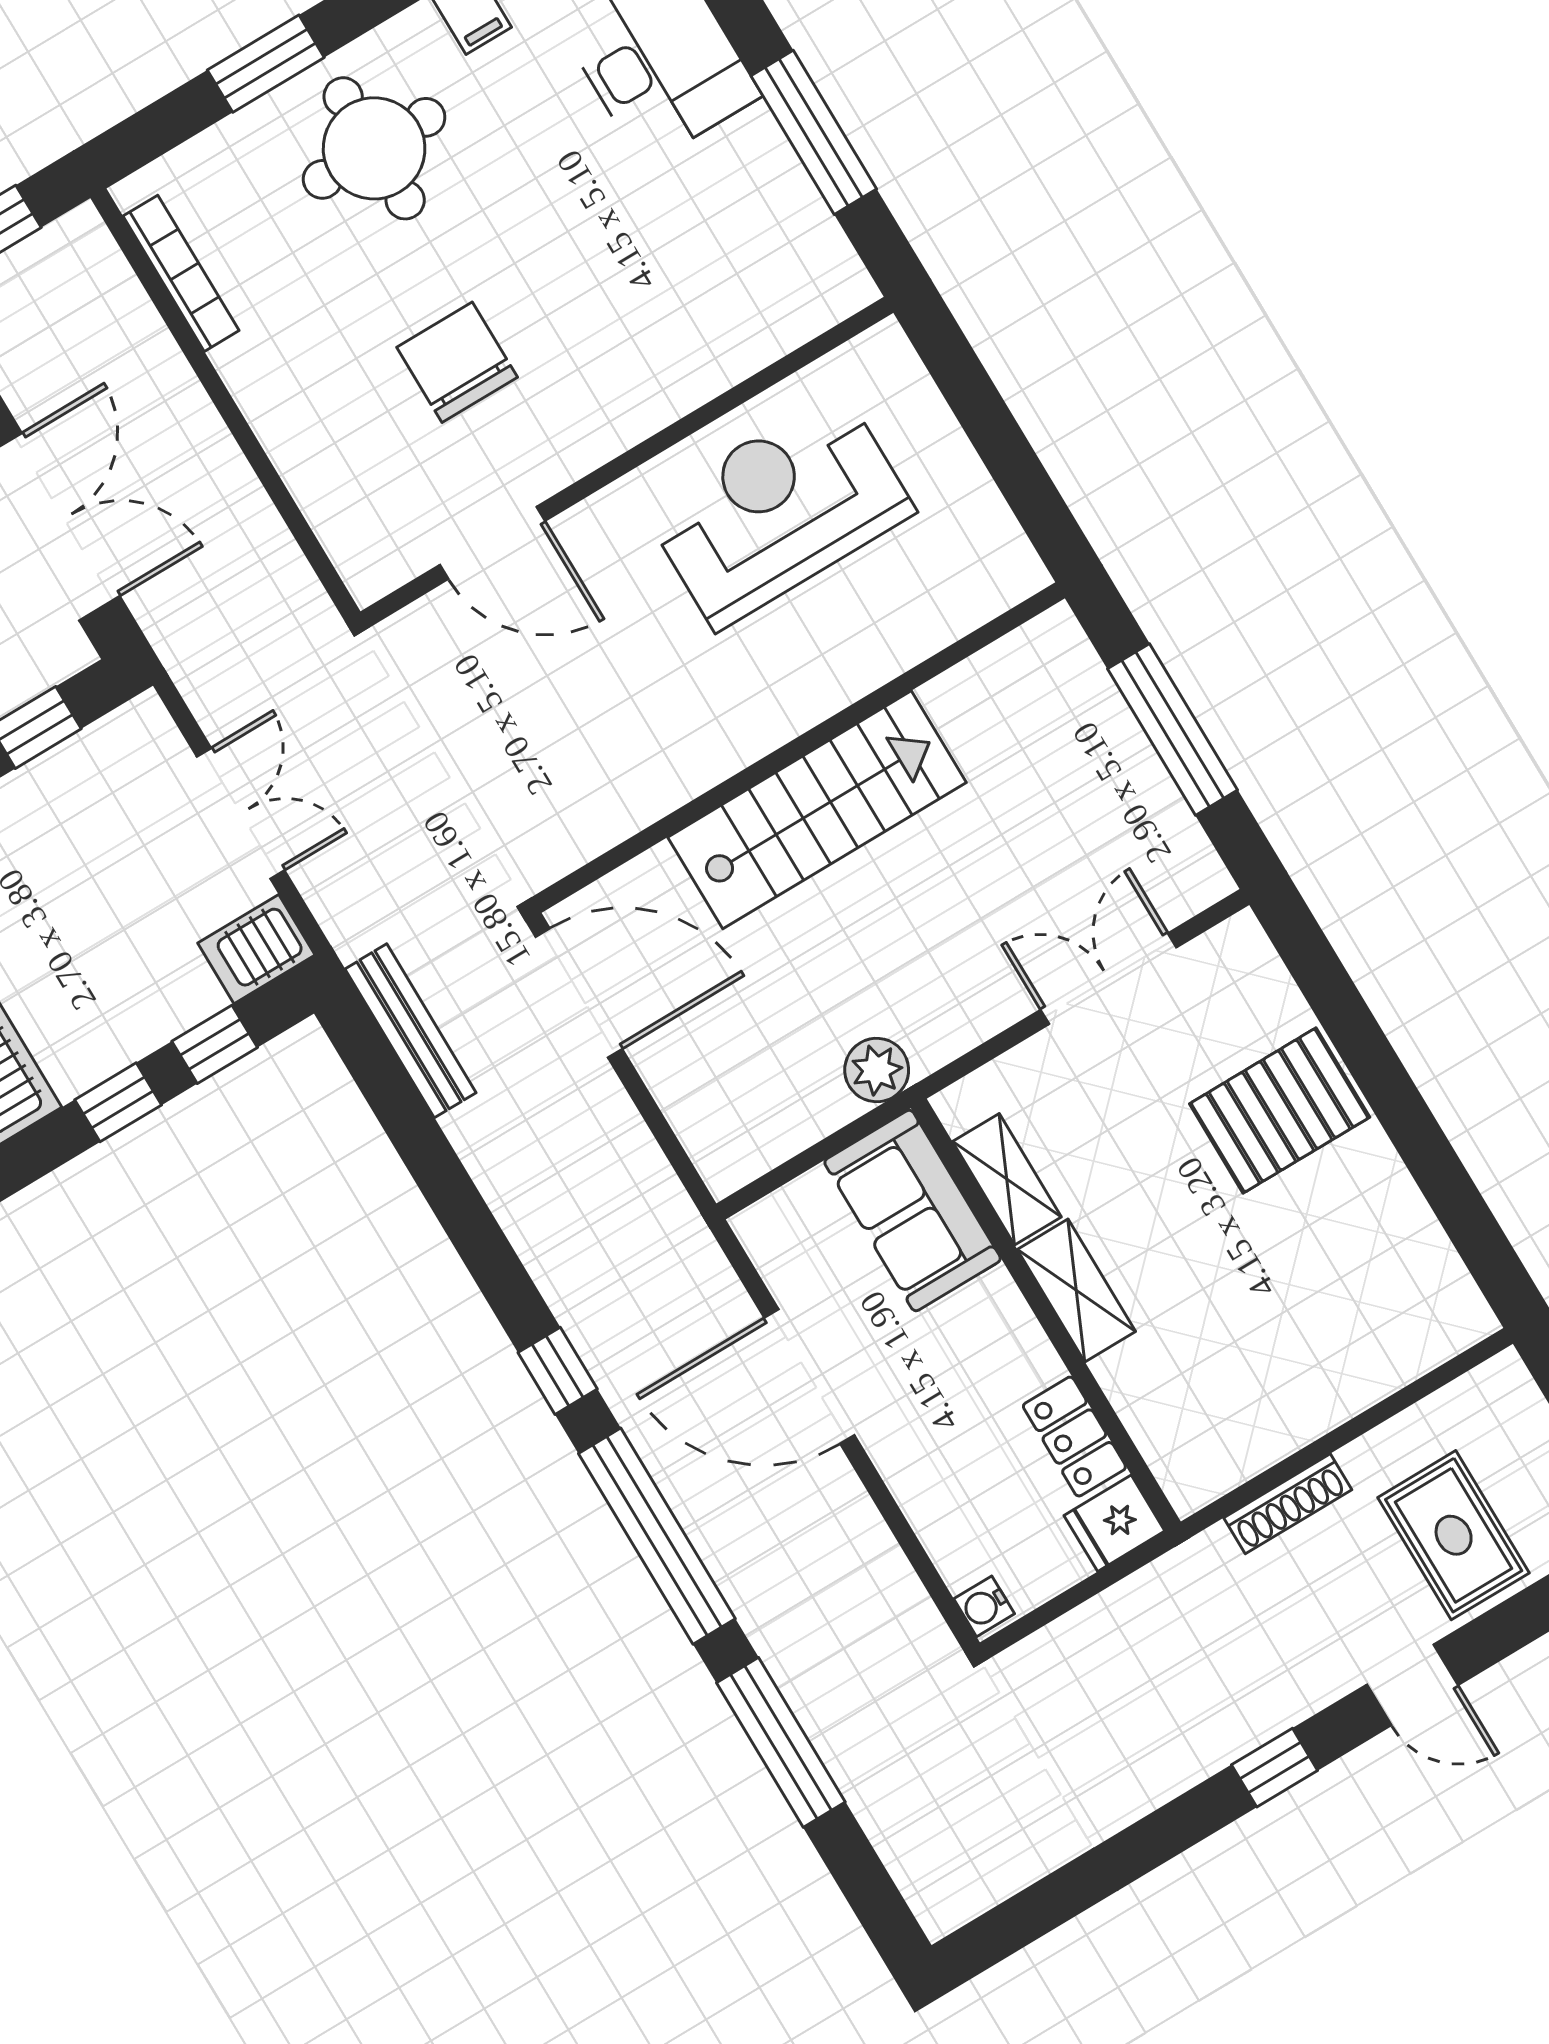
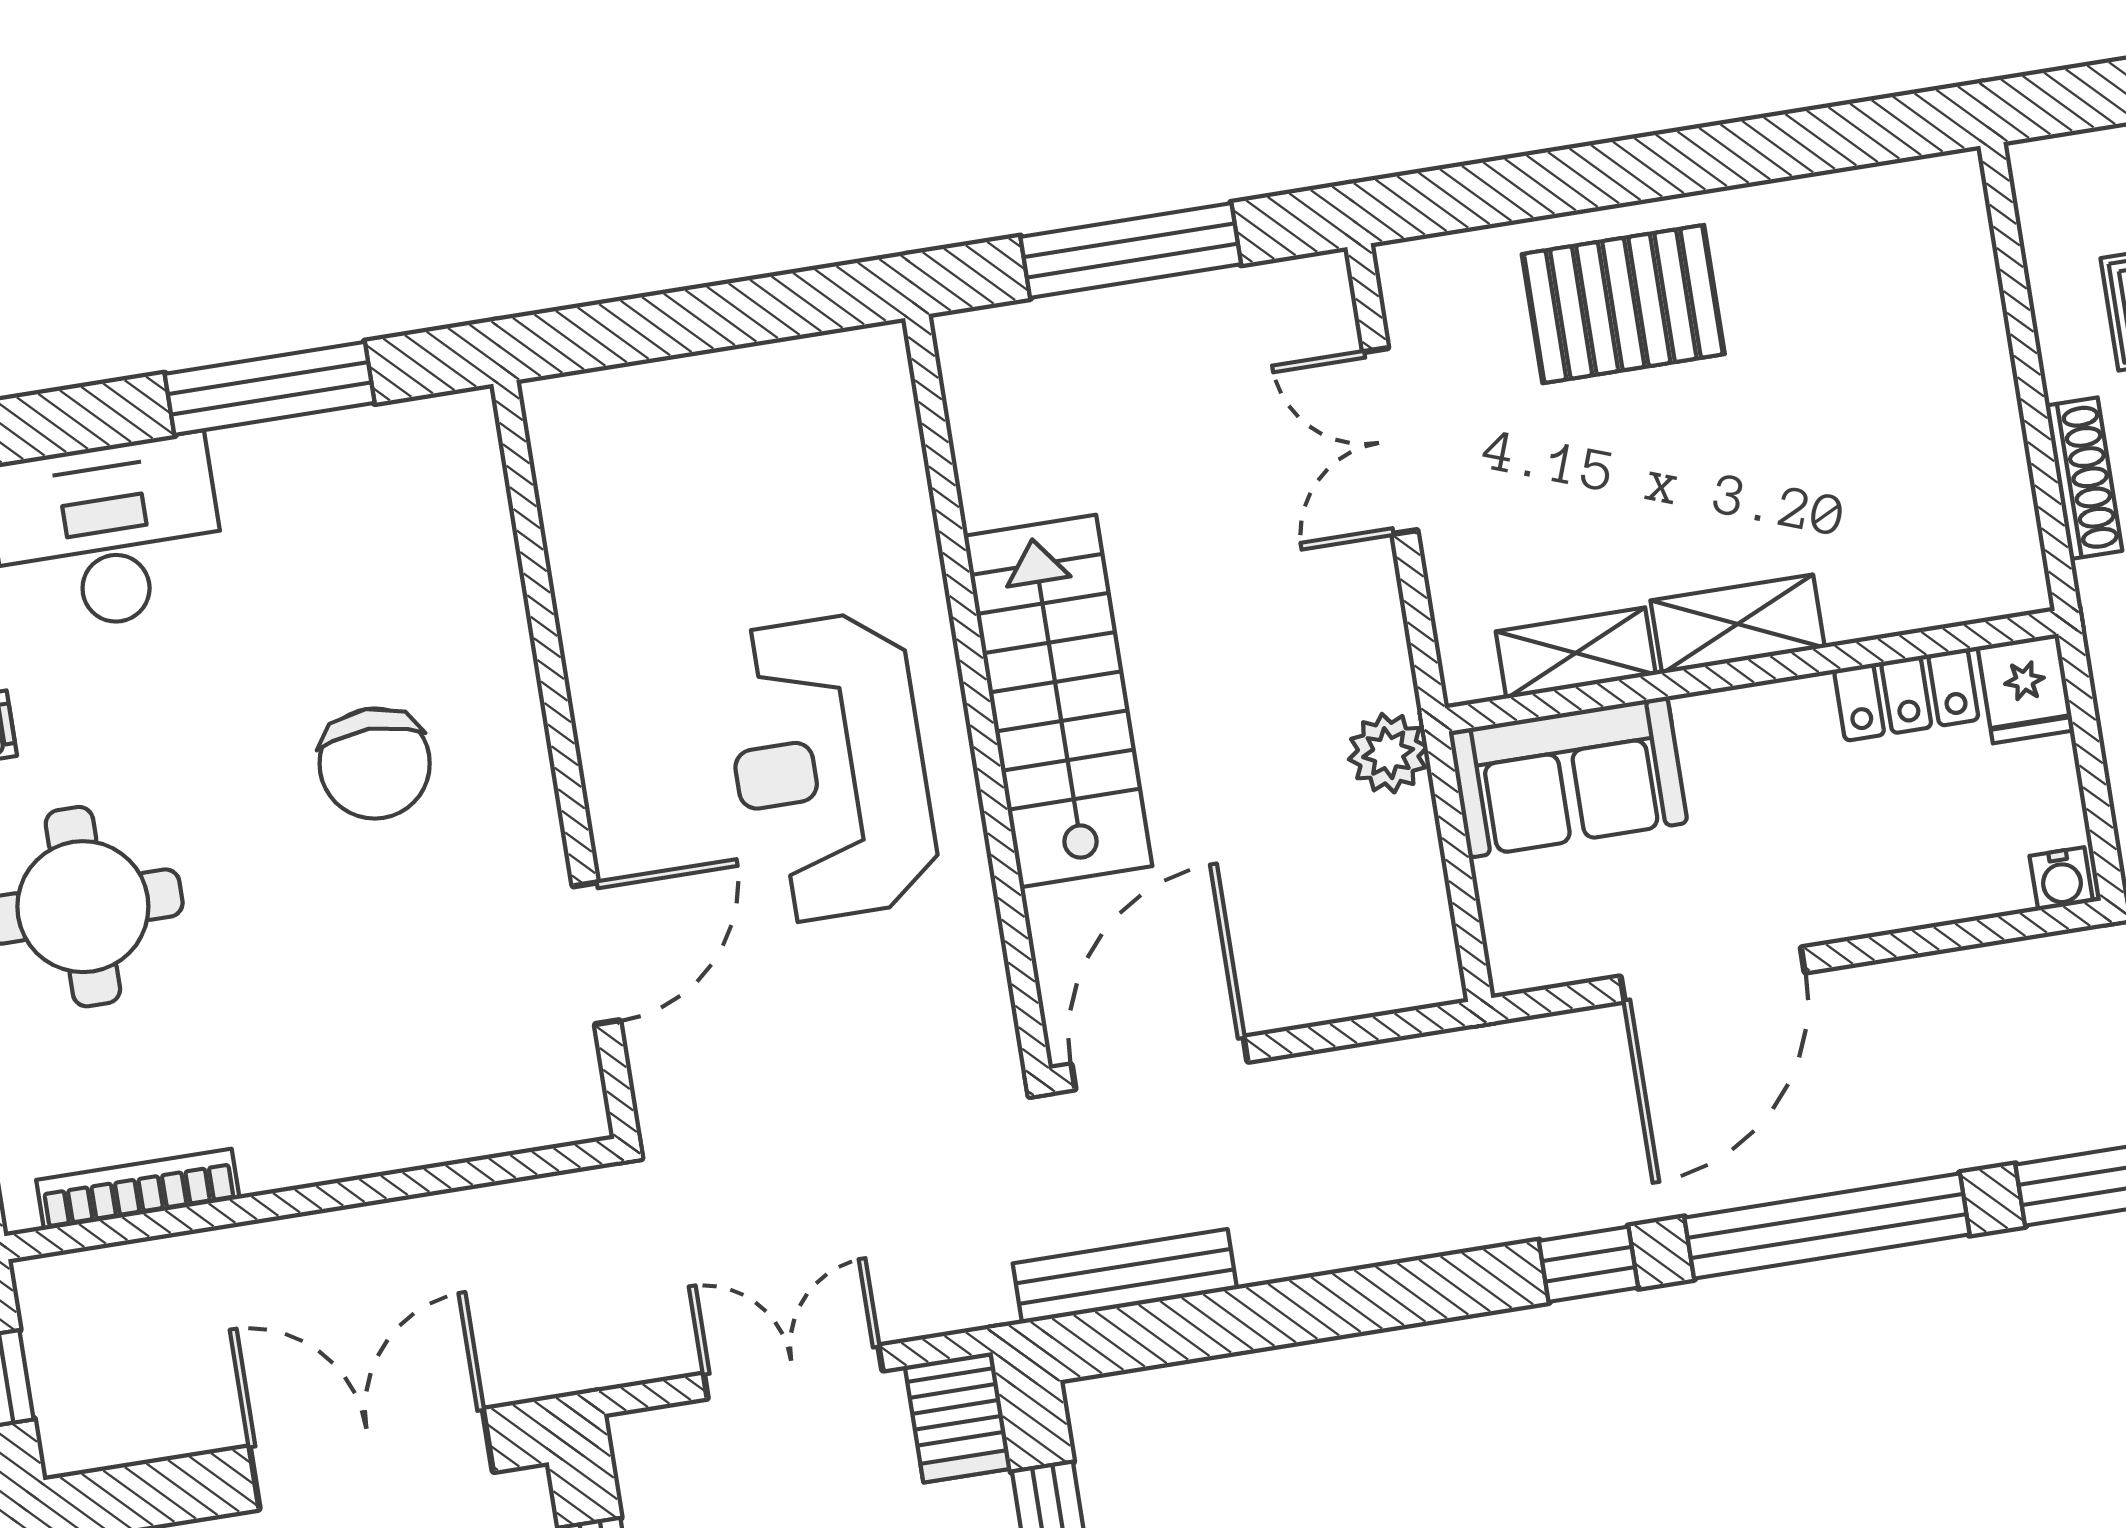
chair: (457, 362) -> (375, 764), moved, turned -90
reception desk: (778, 510) -> (829, 767), moved
pallet: (1280, 1110) -> (1623, 304), turned 90

